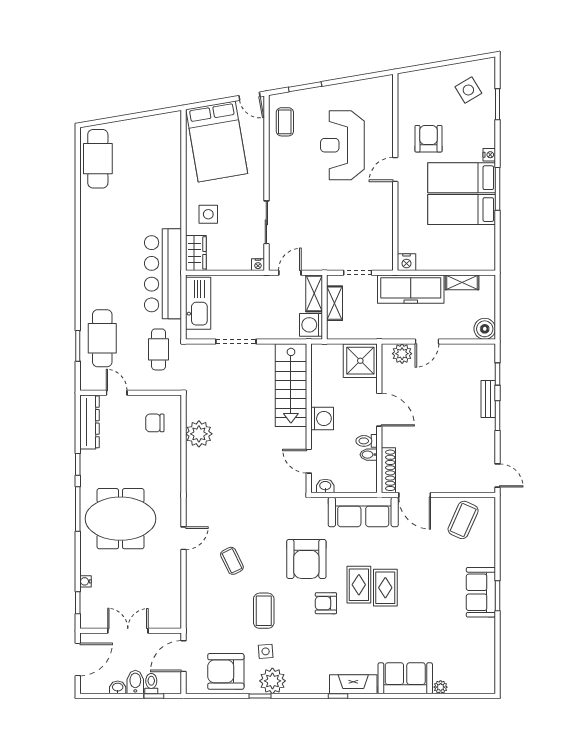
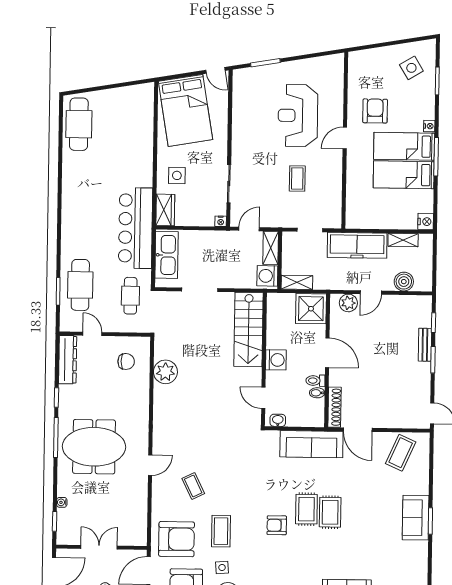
coffee table: (285, 122) -> (297, 178), moved
nightstand: (407, 262) -> (426, 222), moved, turned -90
shelving: (335, 303) -> (297, 282), moved, turned 90
boiler: (485, 329) -> (404, 282), moved
chair: (155, 423) -> (126, 361), turned 180
armchair: (306, 559) -> (177, 539), moved, turned -90

